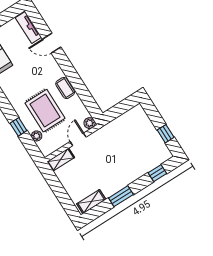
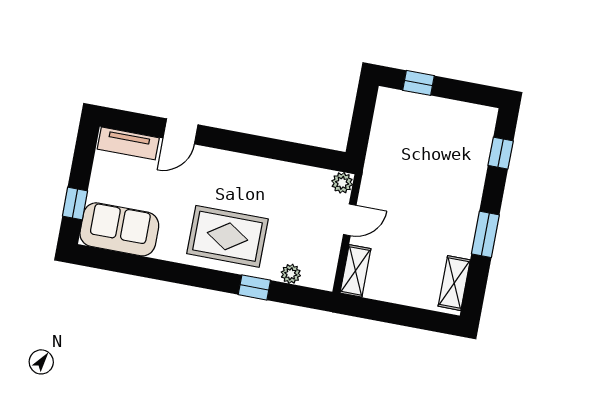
coffee table: (65, 88) -> (261, 171), removed
rug: (45, 111) -> (228, 236), moved
window: (166, 134) -> (418, 83), moved
door: (78, 139) -> (350, 220), swing flipped

